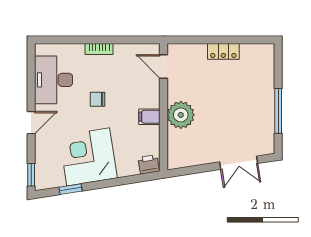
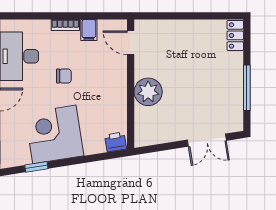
locker: (223, 51) -> (235, 35), moved, turned 90
chair: (98, 99) -> (64, 76), turned 180
filing cabinet: (149, 117) -> (89, 30), moved, turned -90

